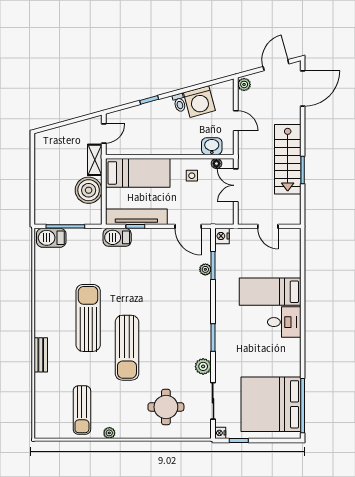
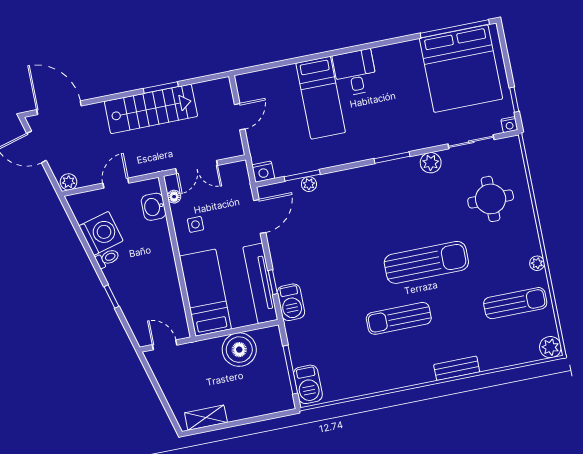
shelving: (95, 160) -> (206, 418), moved
sun lounger: (88, 318) -> (399, 318), width x0.73, depth x0.75
plant: (43, 430) -> (550, 347), added

